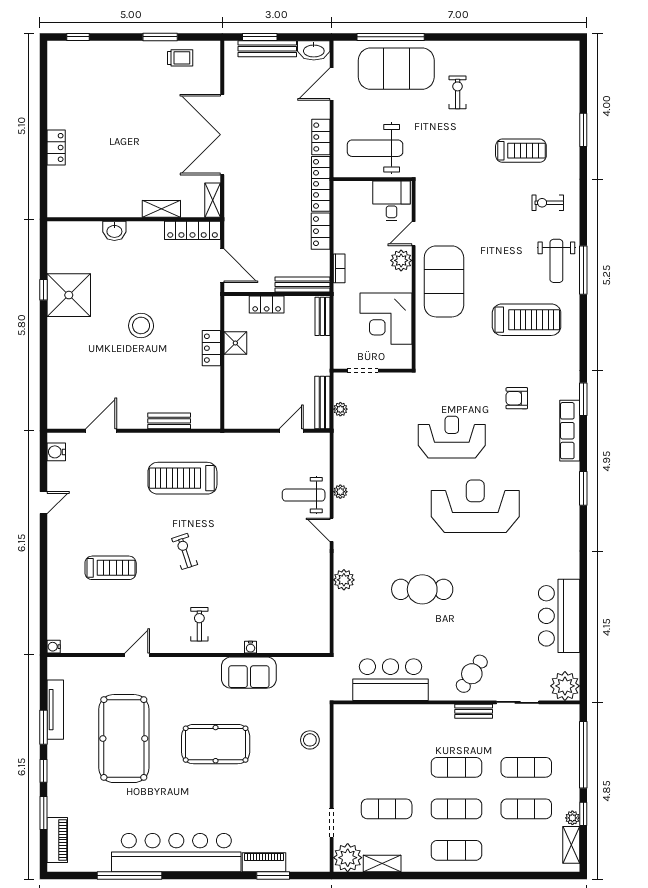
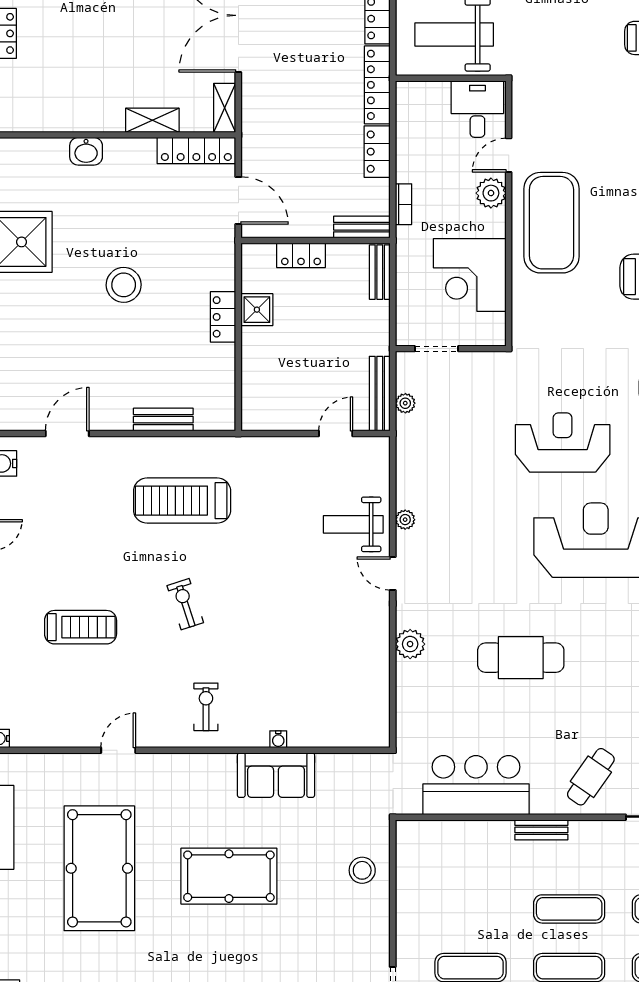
bench: (302, 285) -> (362, 227), width x0.73
bench: (474, 711) -> (541, 830), moved

